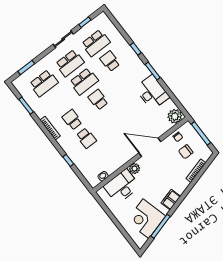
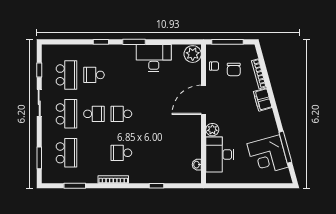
school desk: (84, 81) -> (94, 114), width x0.54
school desk: (86, 138) -> (149, 153), removed
filing cabinet: (171, 200) -> (263, 100), moved

